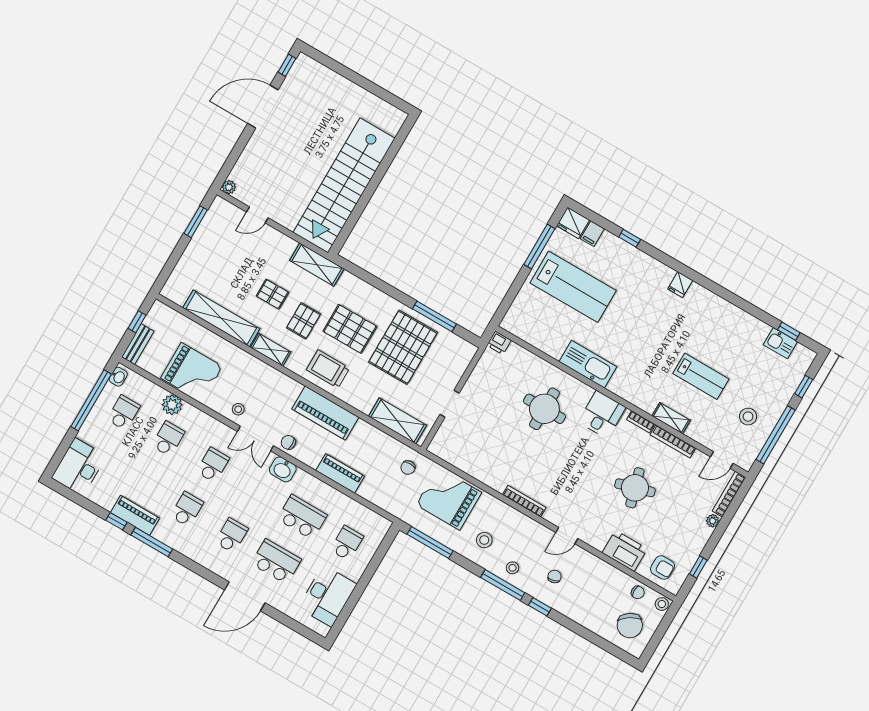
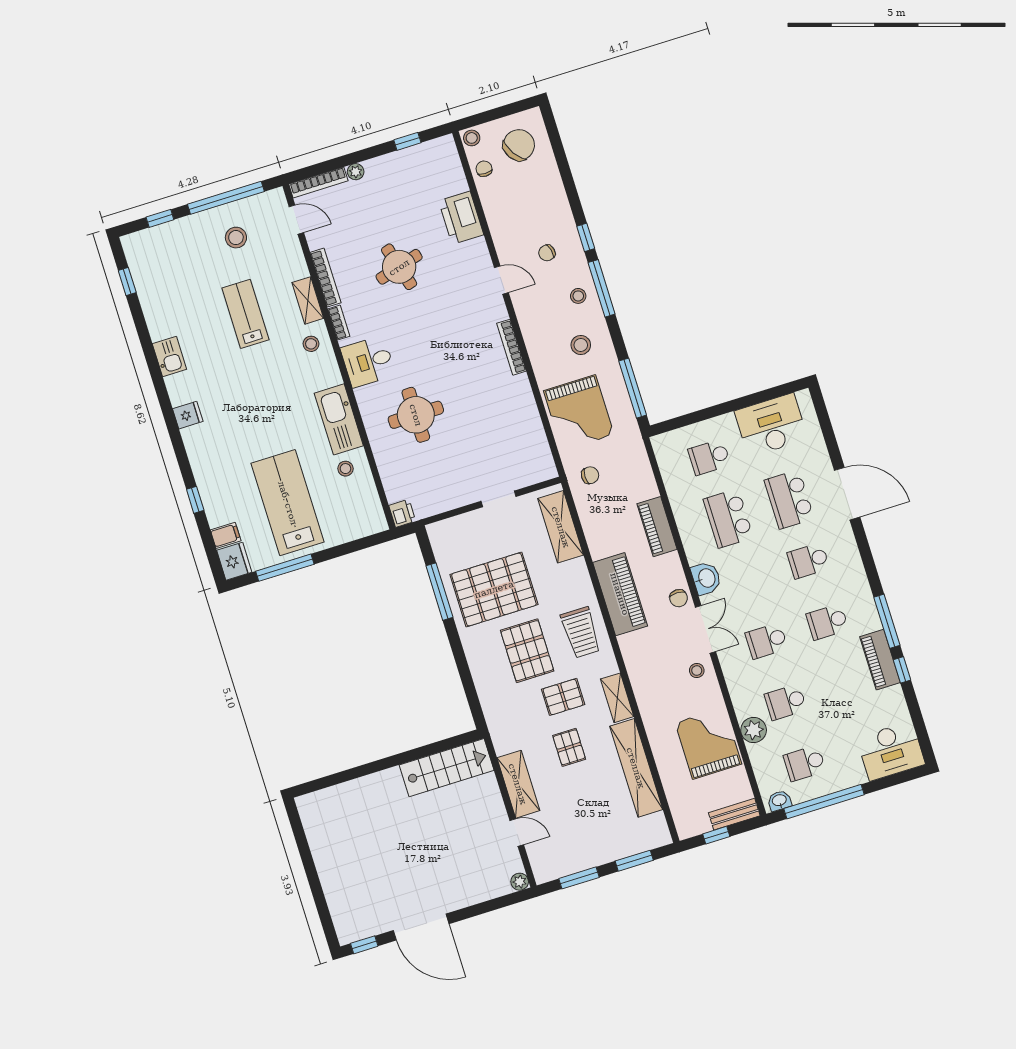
stairs: (344, 185) -> (447, 768), width x0.54, depth x0.66
window: (172, 262) -> (634, 861), added
shelving: (317, 265) -> (518, 784), moved
stool: (557, 339) -> (345, 469), added
kitchen sink: (780, 343) -> (169, 357), moved
stool: (646, 394) -> (311, 344), added
armchair: (662, 568) -> (441, 171), removed

